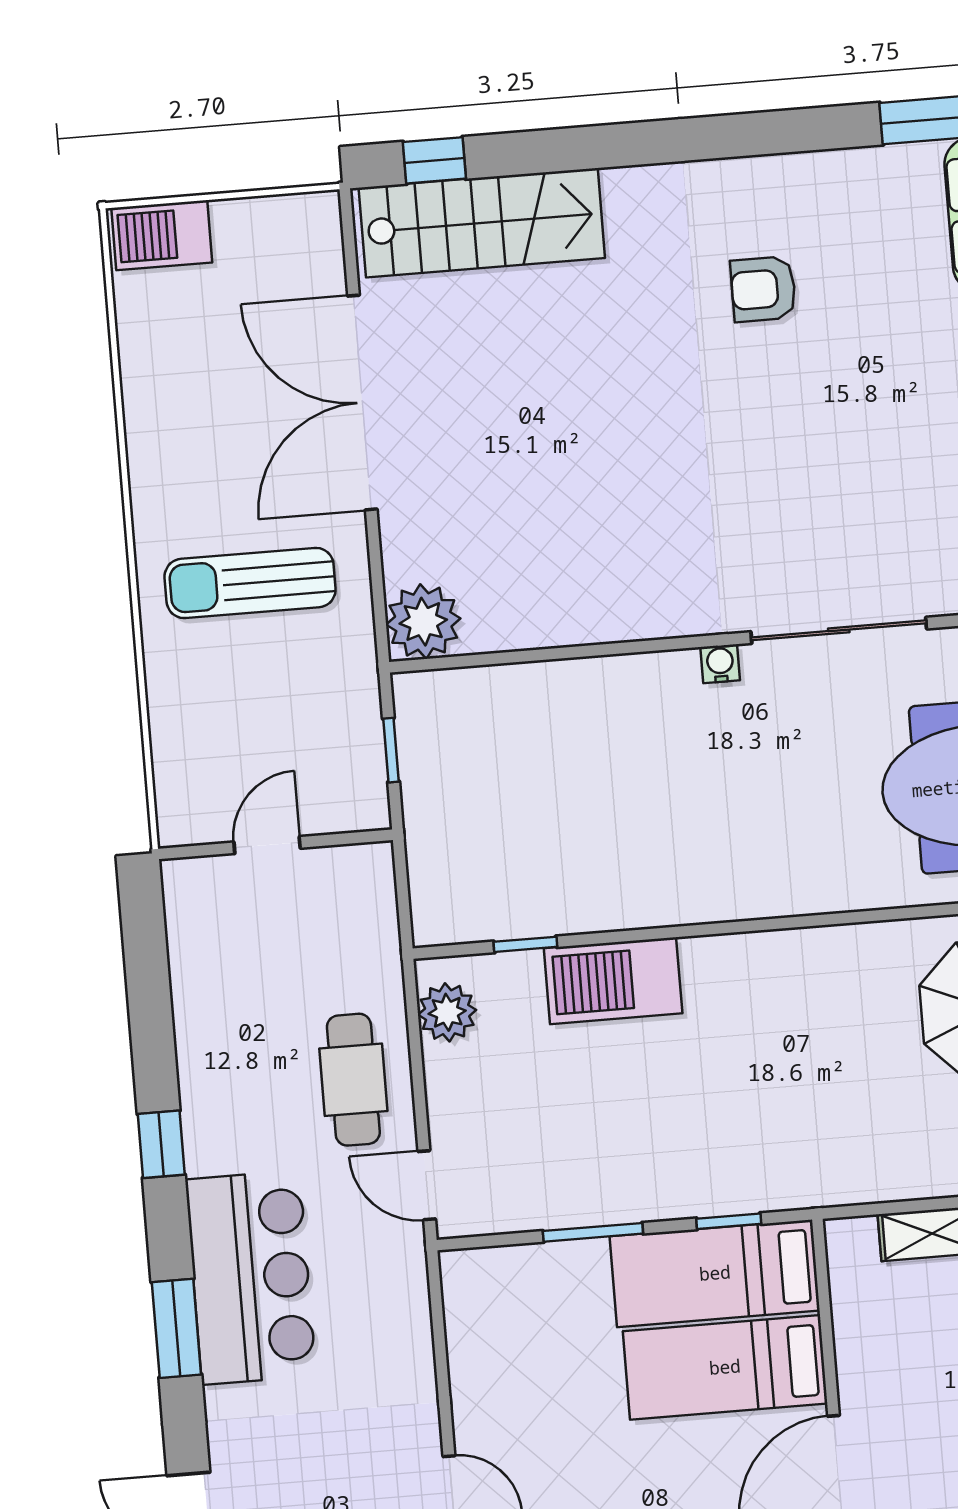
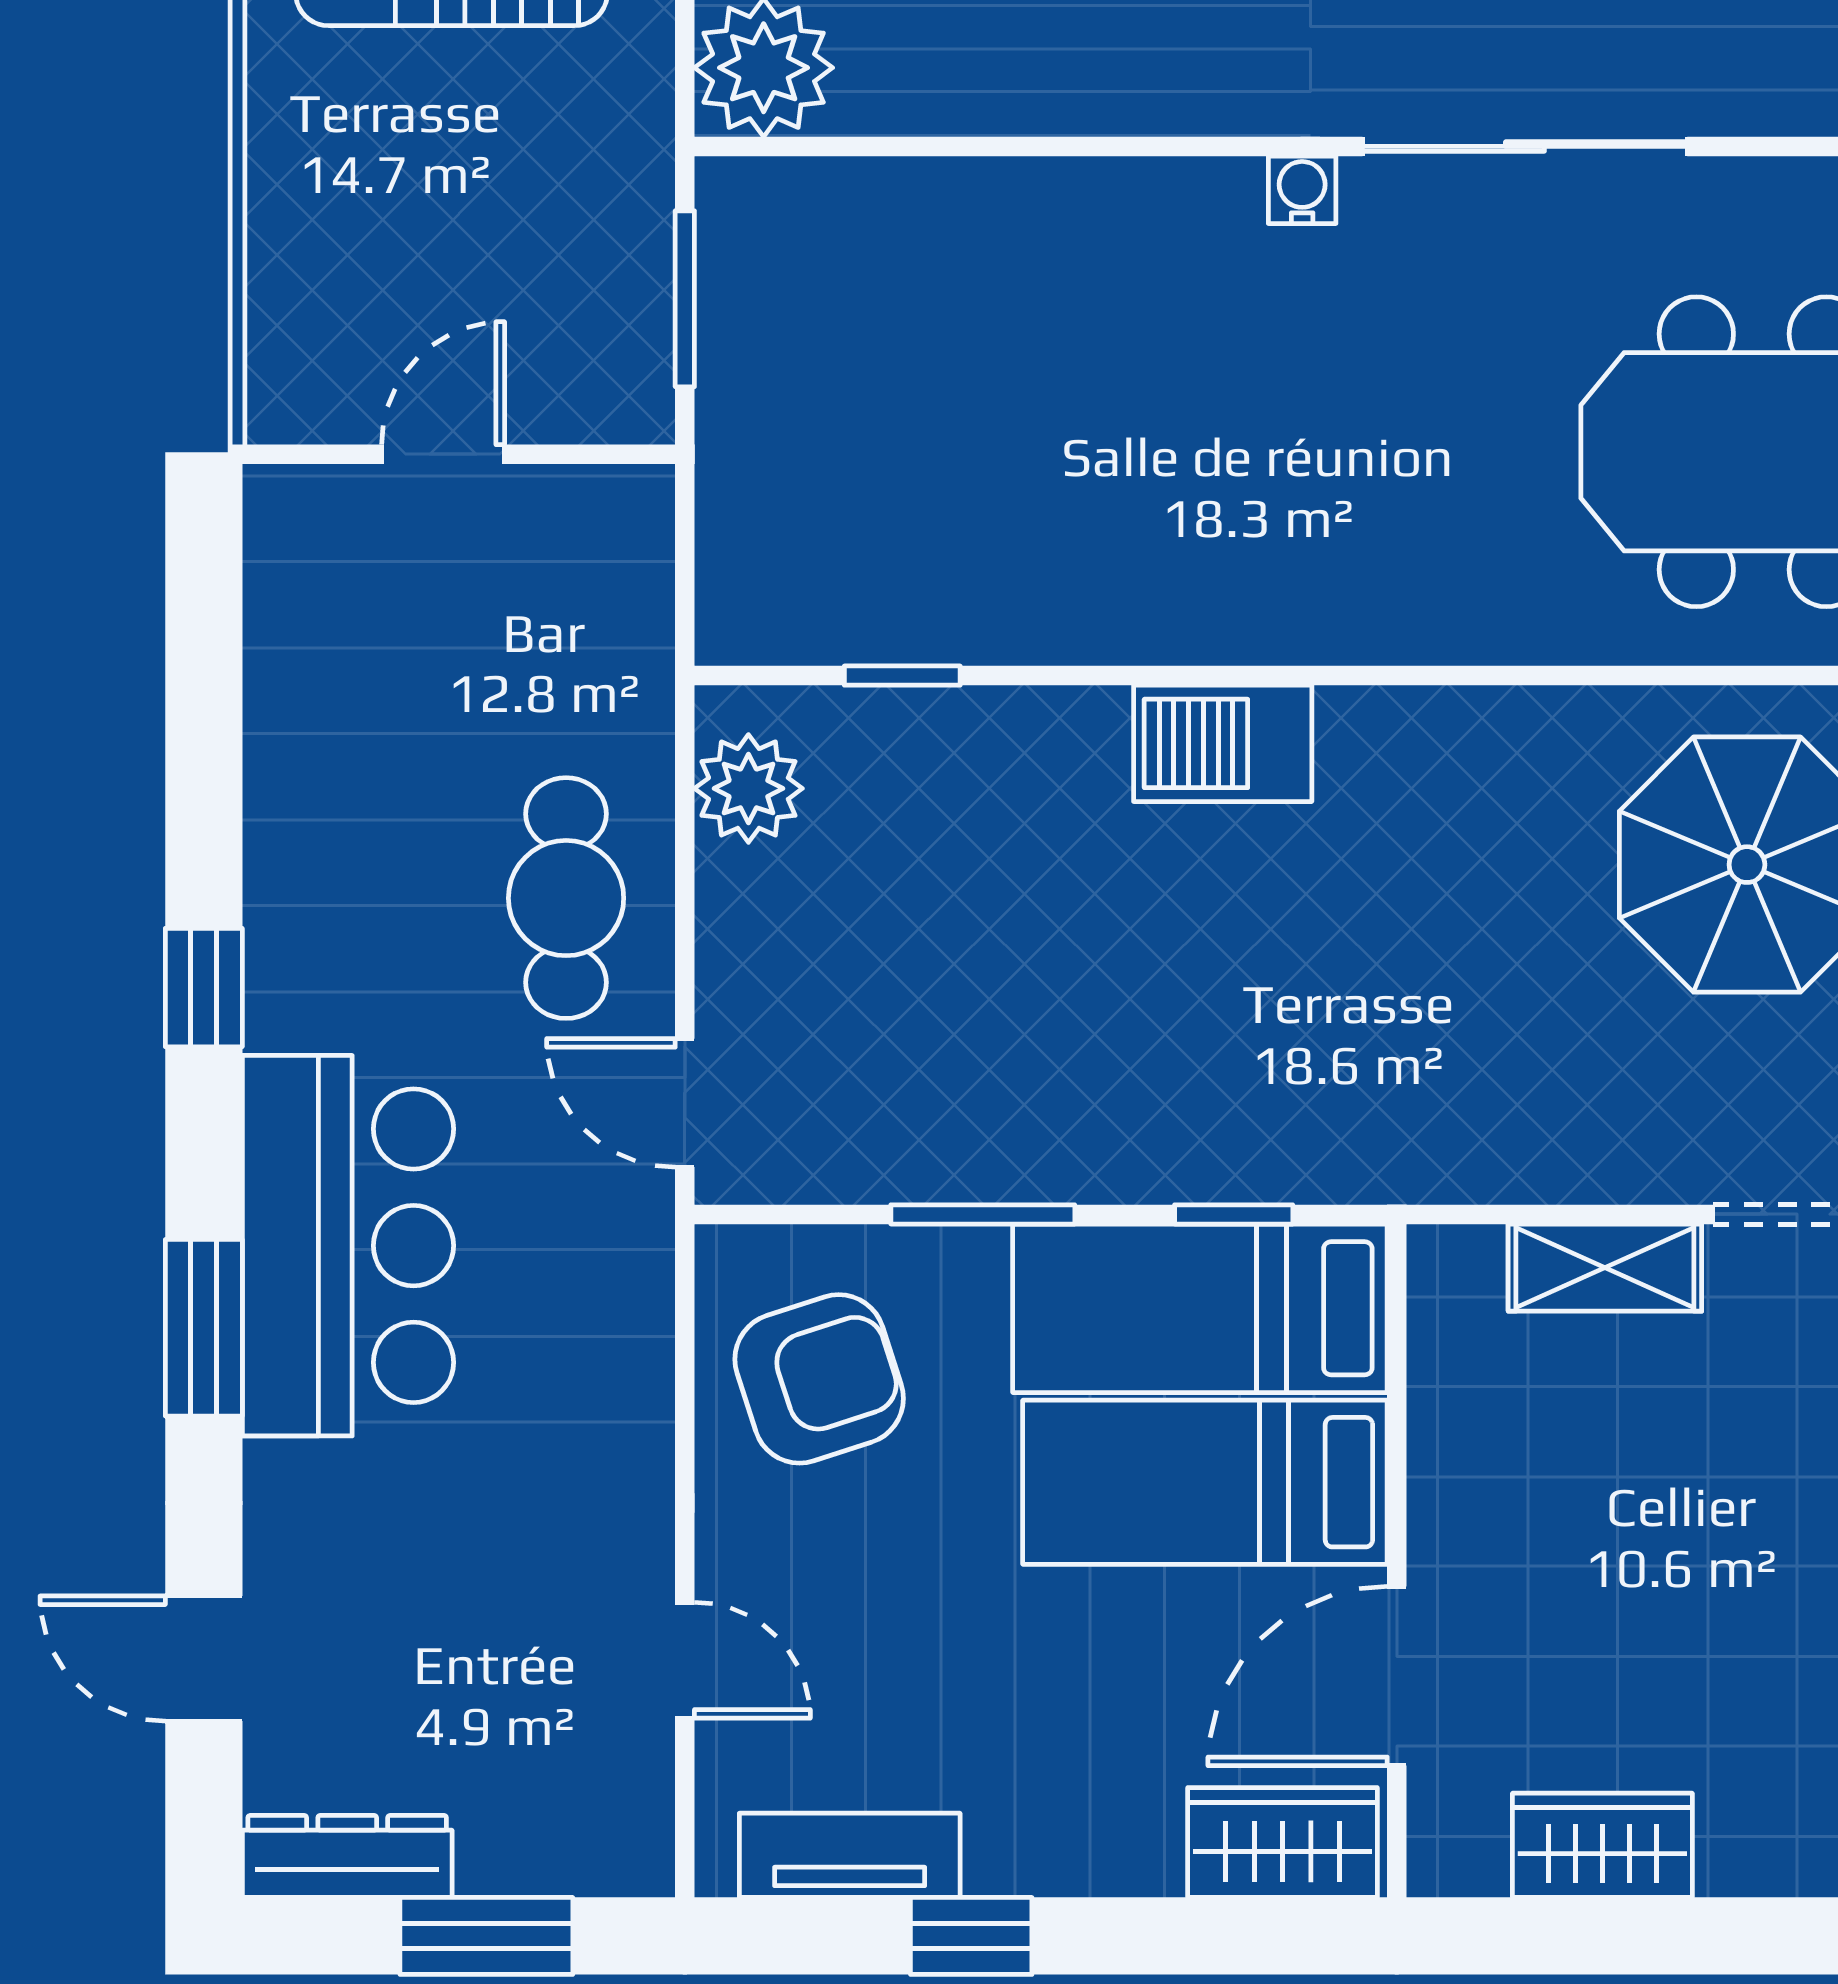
window: (391, 750) -> (685, 299), width x1.50
barbecue: (613, 981) -> (1223, 743), moved, width x0.73, depth x0.83
armchair: (512, 1329) -> (819, 1379), added

